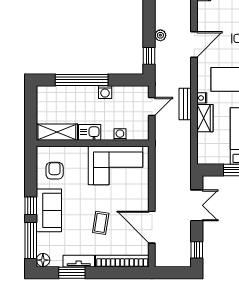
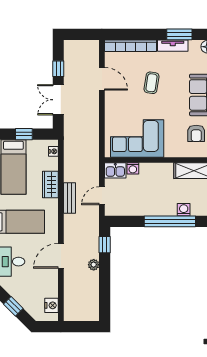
washing machine: (105, 92) -> (184, 210), moved
nightstand: (202, 98) -> (53, 151), moved
kitchen sink: (90, 132) -> (115, 170), moved
door: (152, 227) -> (102, 79), width x0.73
window: (197, 250) -> (58, 69), moved

